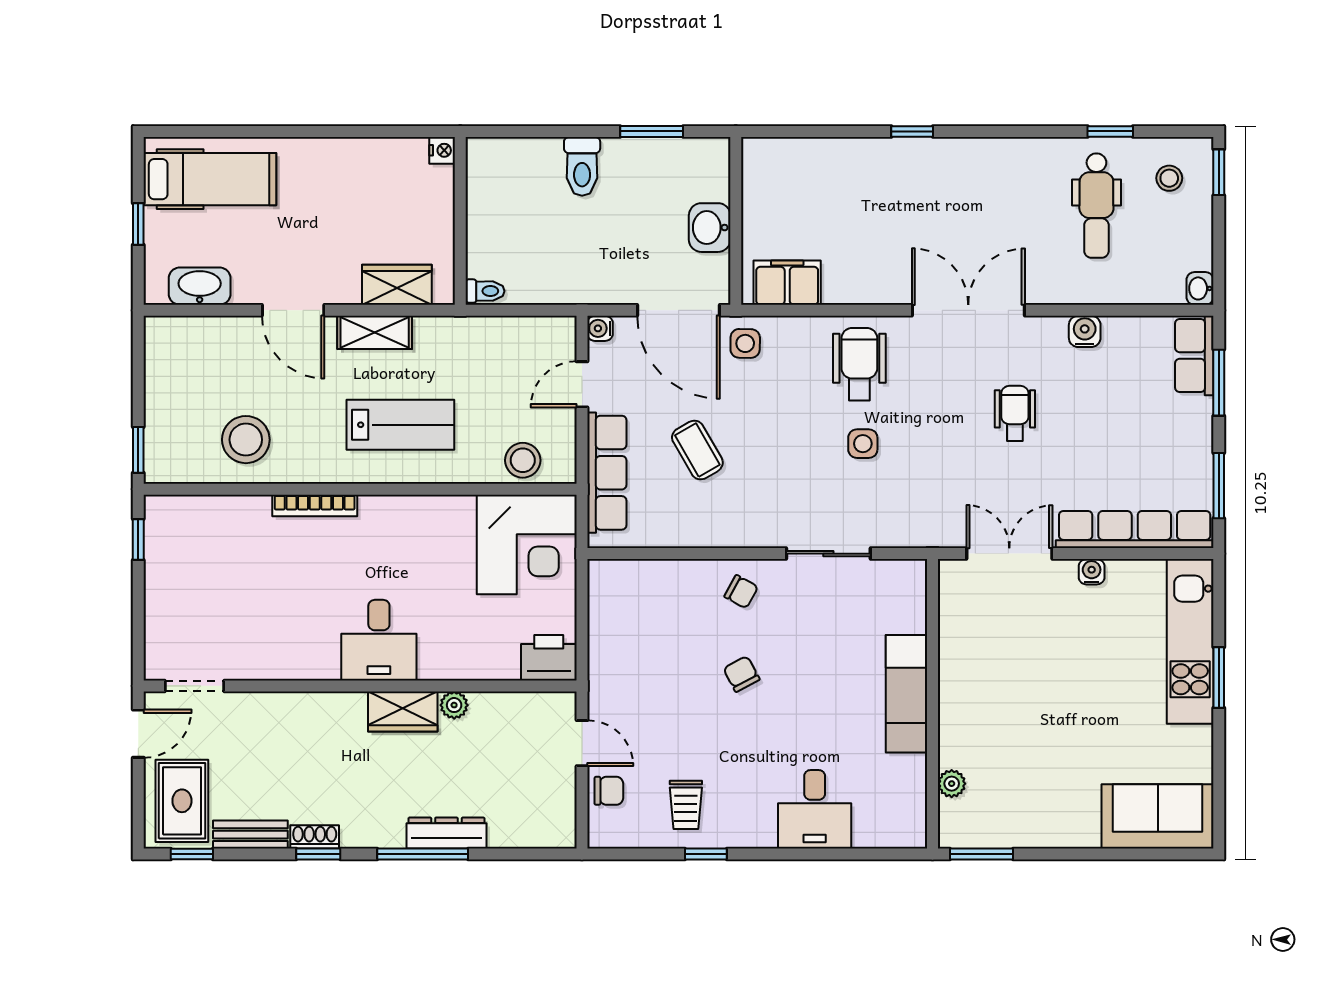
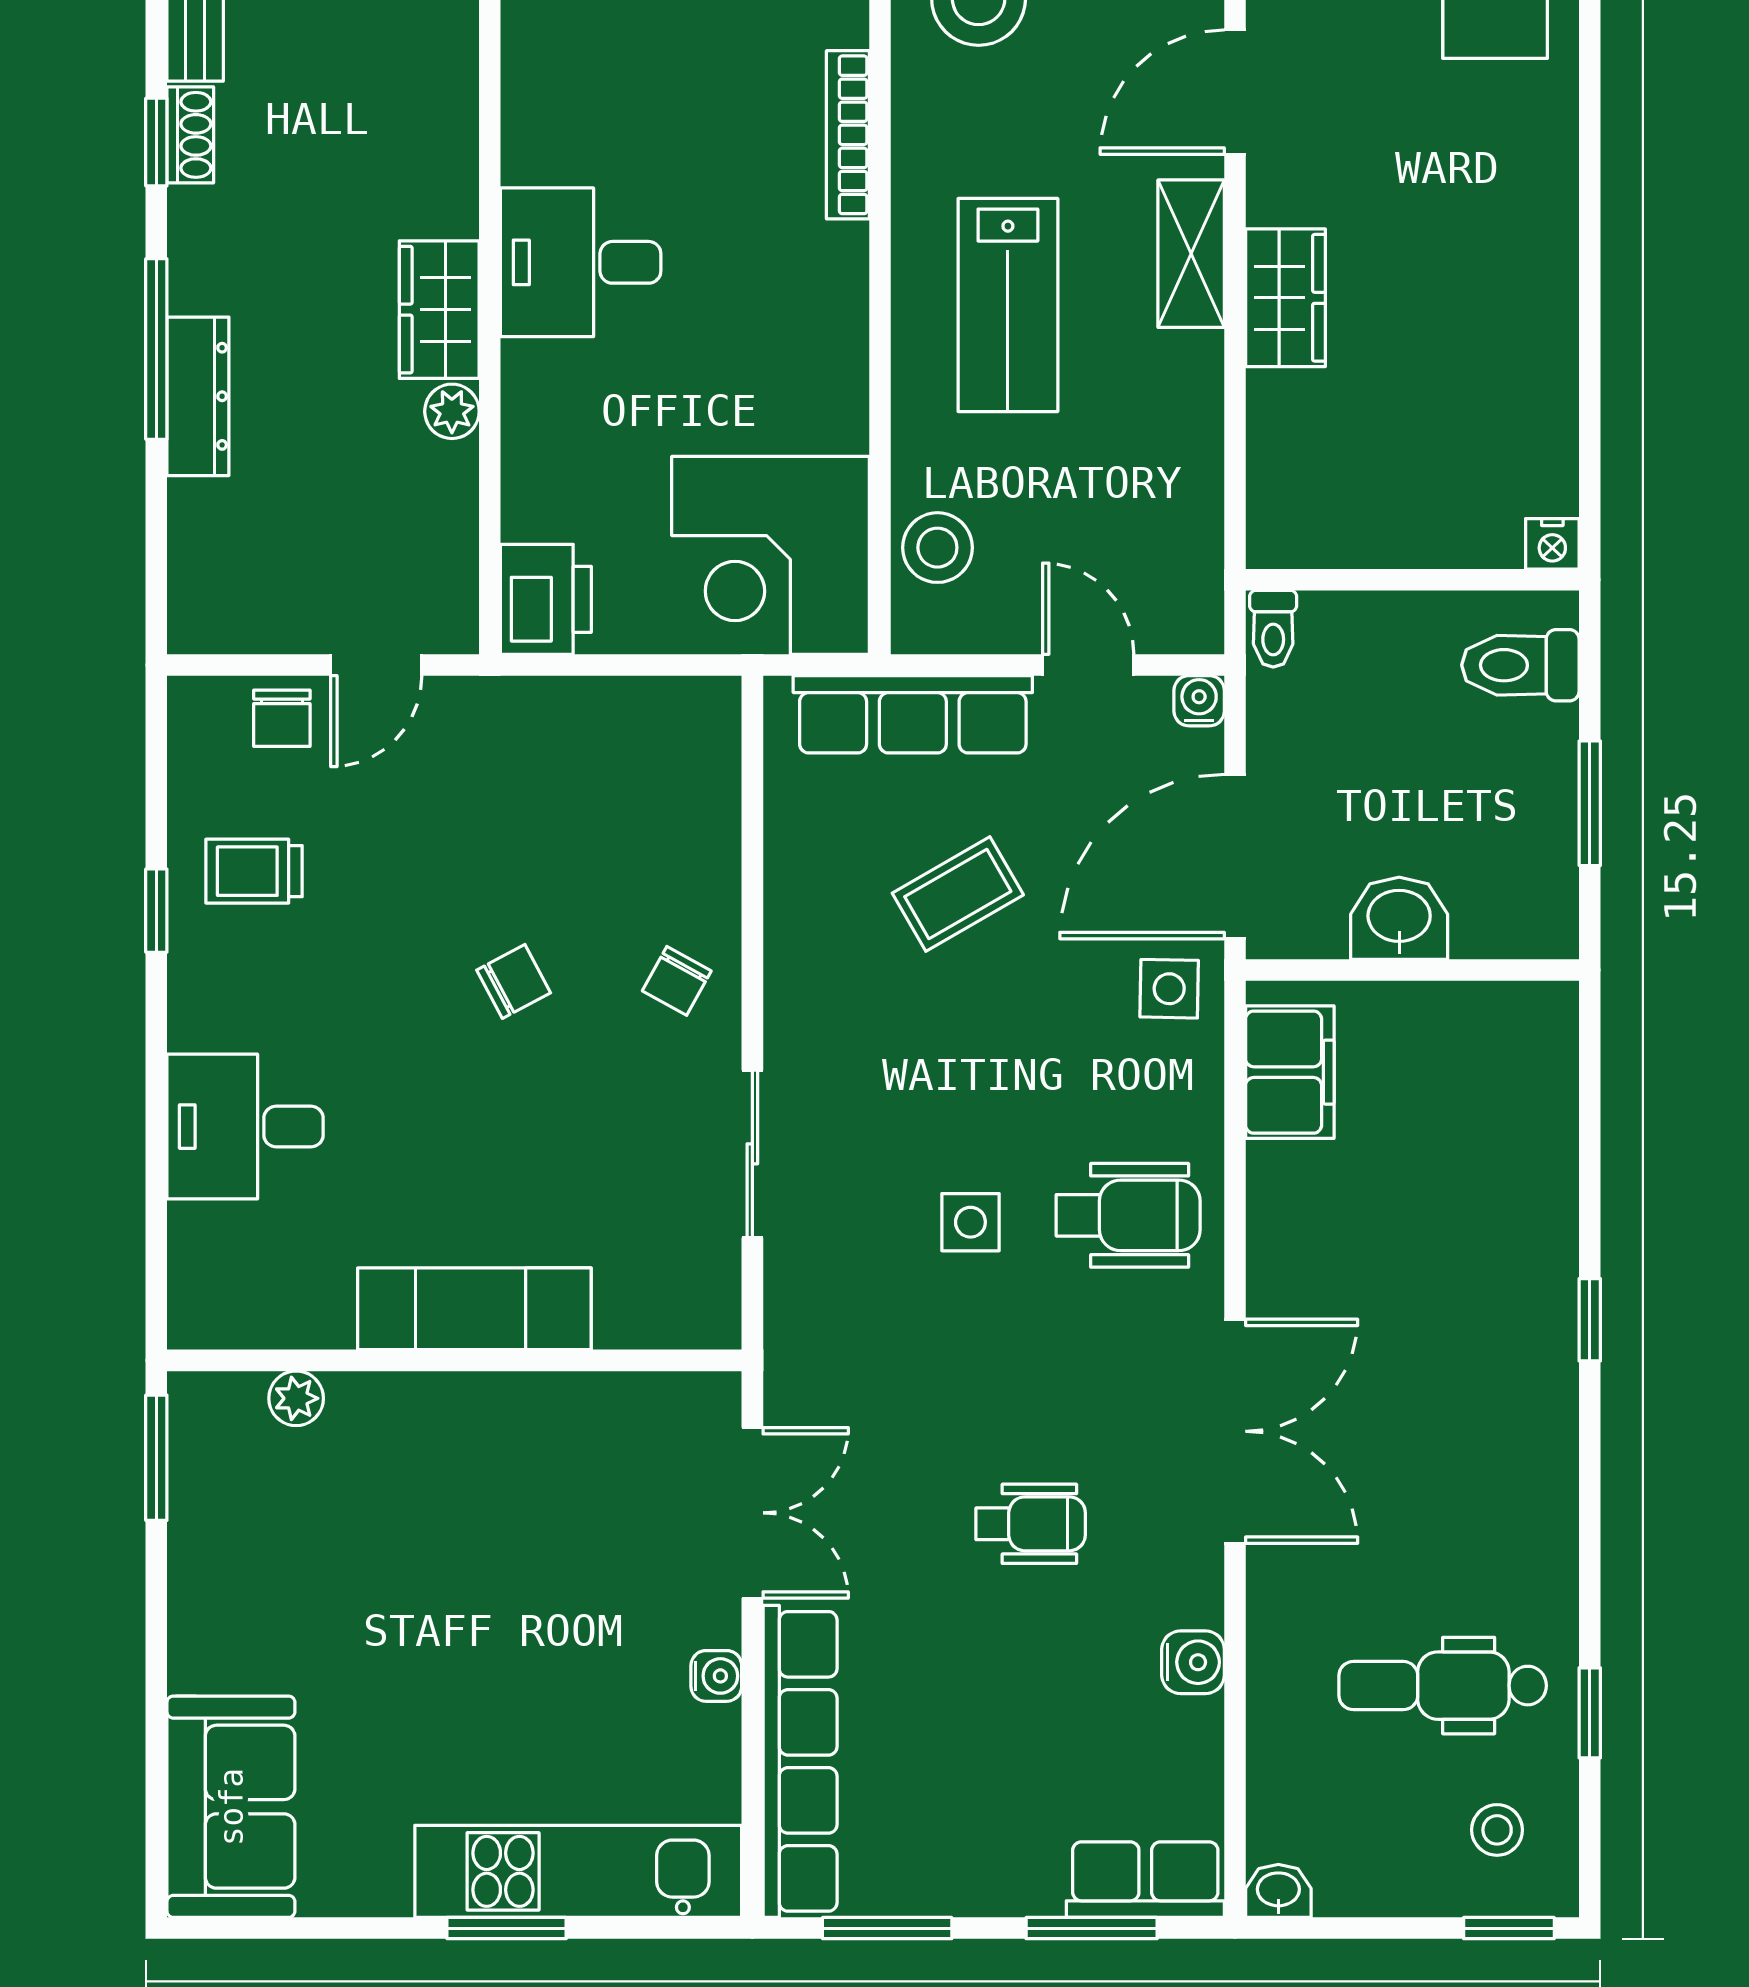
nightstand: (442, 150) -> (1552, 544), moved
wall: (460, 221) -> (1412, 580), moved
toilet: (485, 291) -> (1273, 629), moved

